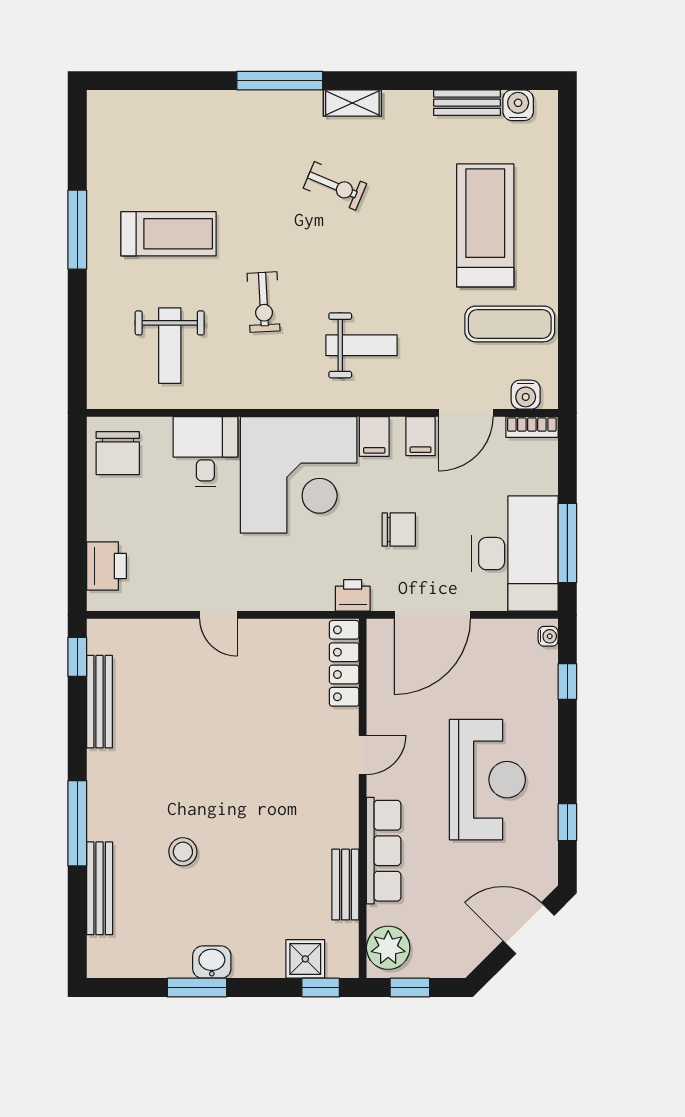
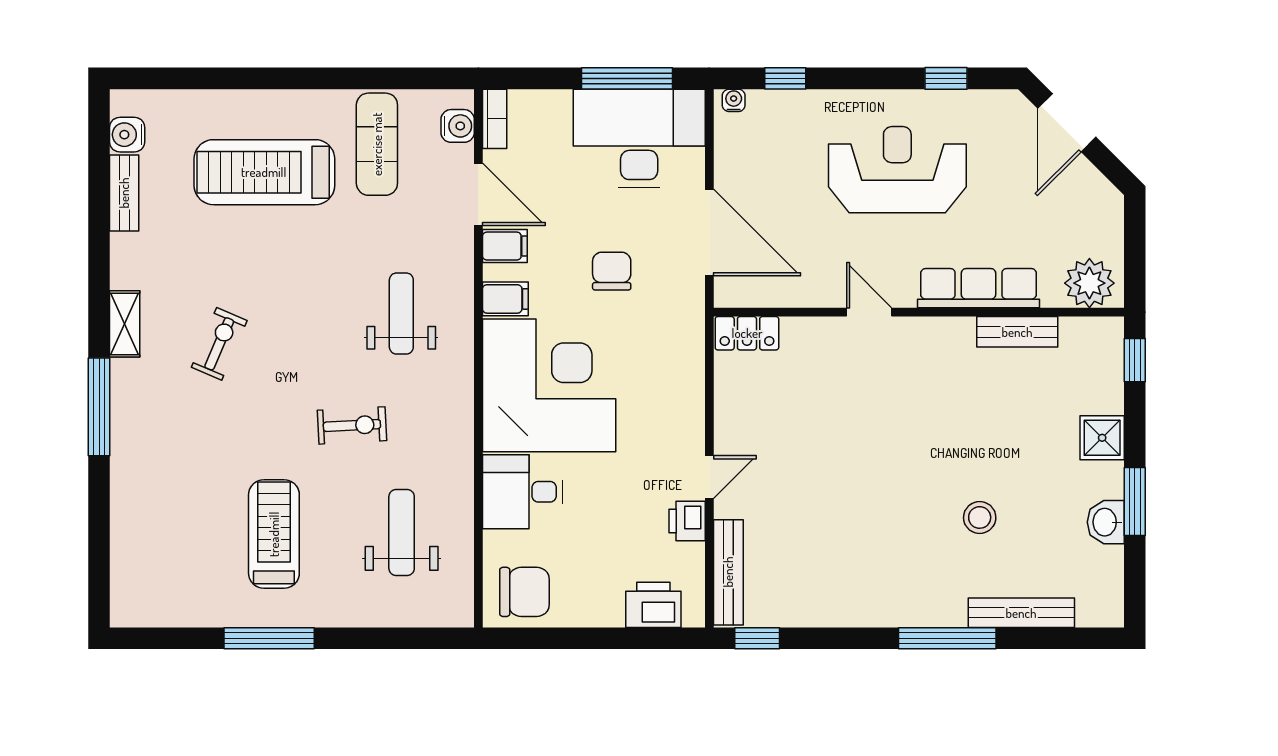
weight bench: (170, 346) -> (402, 533), turned -90
printer: (353, 595) -> (687, 521), moved
locker: (344, 663) -> (747, 333), width x0.66
bench: (99, 702) -> (728, 572), moved, turned 90
shower: (305, 959) -> (1102, 438), moved
washbasin: (212, 962) -> (1106, 522), moved
window: (410, 988) -> (1135, 258), removed

